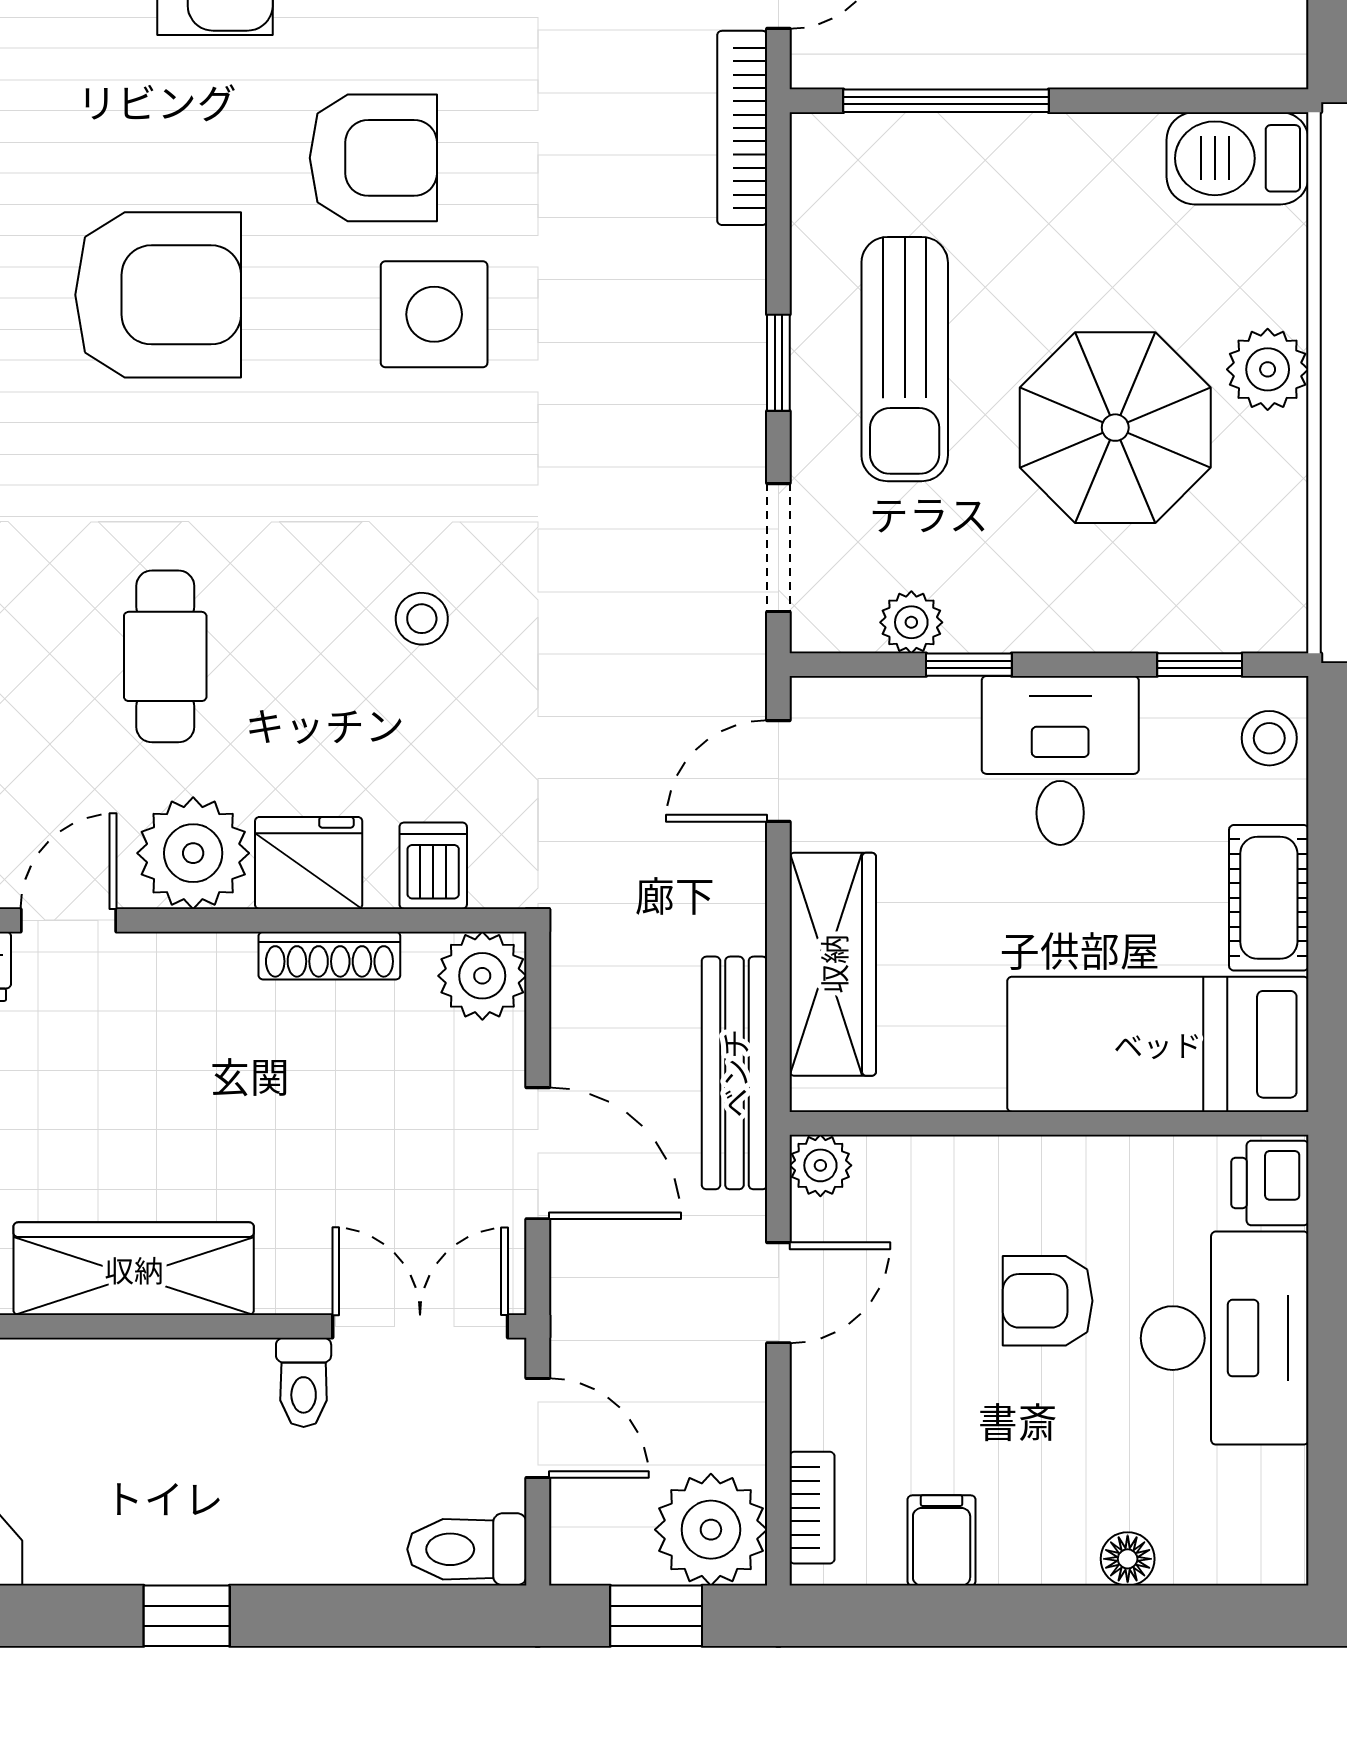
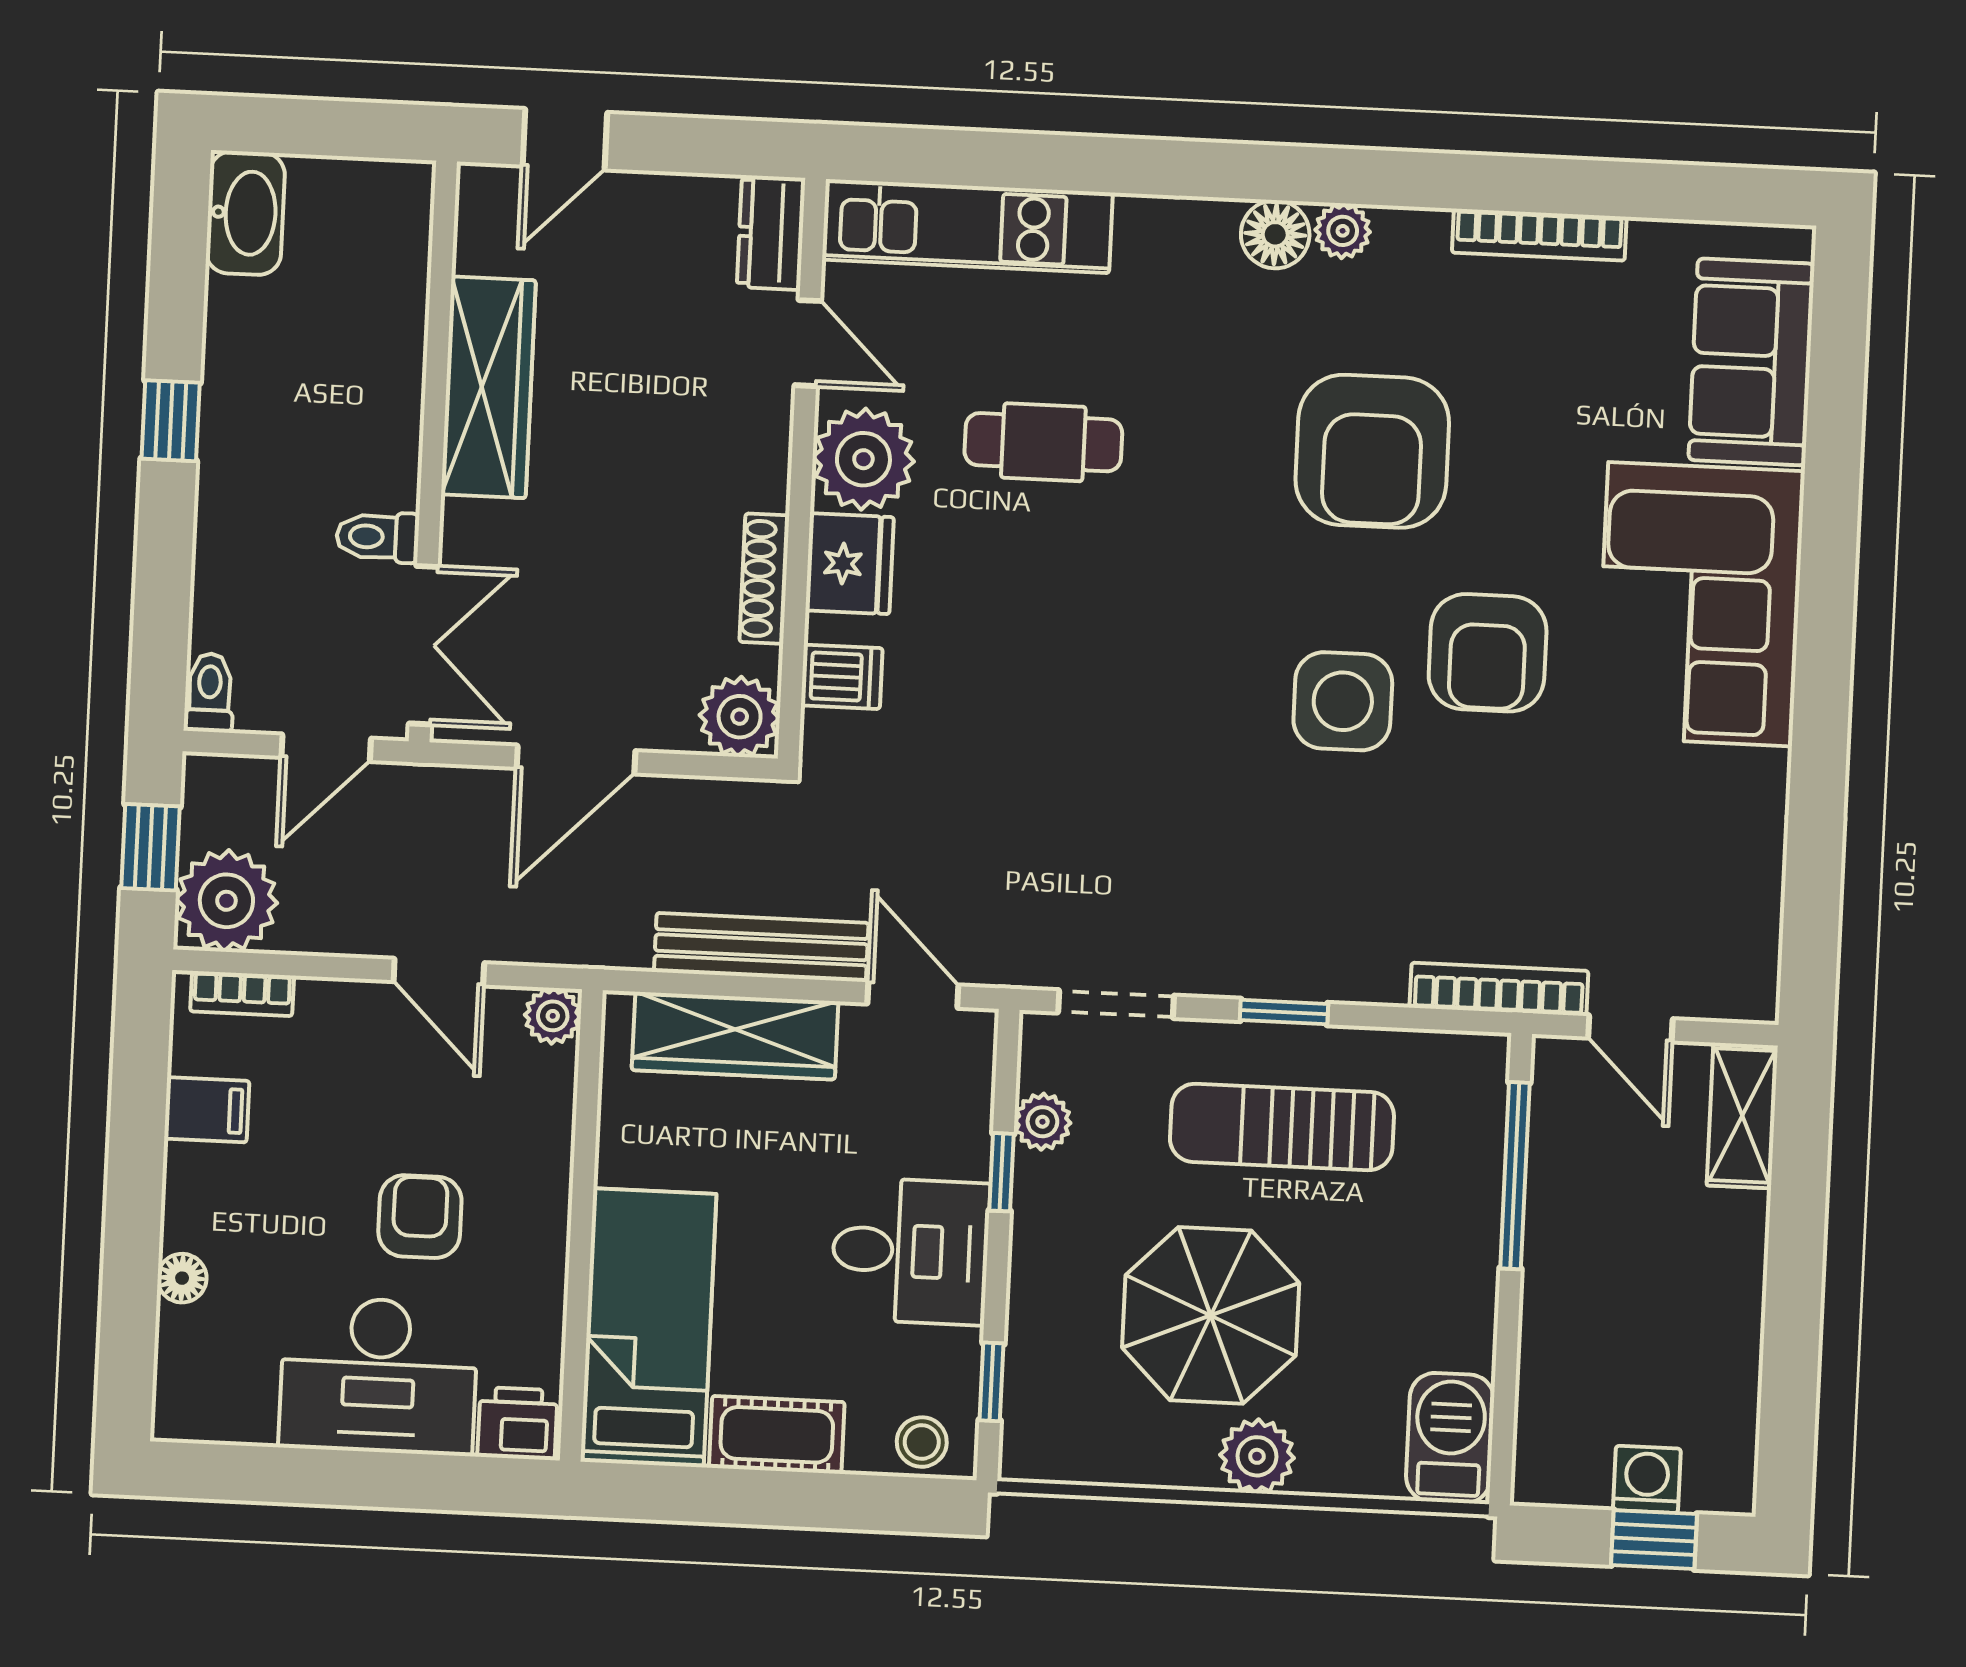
stool: (422, 619) -> (1067, 677), removed
bench: (734, 1073) -> (761, 947), moved
toilet: (467, 1549) -> (209, 693), width x0.73, depth x0.72

